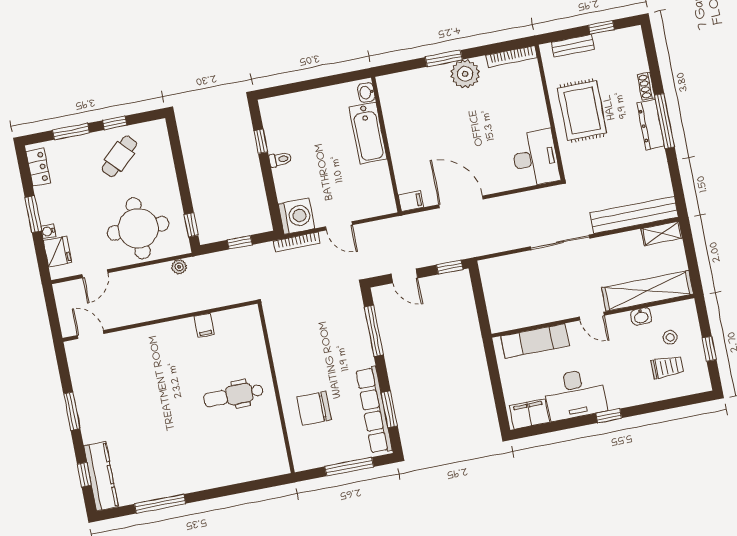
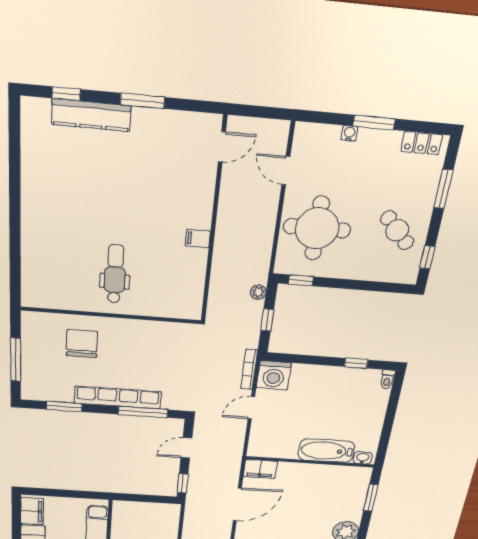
window: (444, 58) -> (371, 498), moved
window: (115, 123) -> (427, 257), moved
toilet: (280, 159) -> (387, 379), moved
filing cabinet: (411, 201) -> (260, 469), width x2.00
fridge: (57, 252) -> (324, 137), removed
plant: (179, 267) -> (258, 292), moved
filing cabinet: (204, 325) -> (198, 239), moved
row of seats: (374, 410) -> (118, 398), moved
kitchen counter: (101, 476) -> (91, 115), moved
window: (160, 504) -> (15, 169), removed

